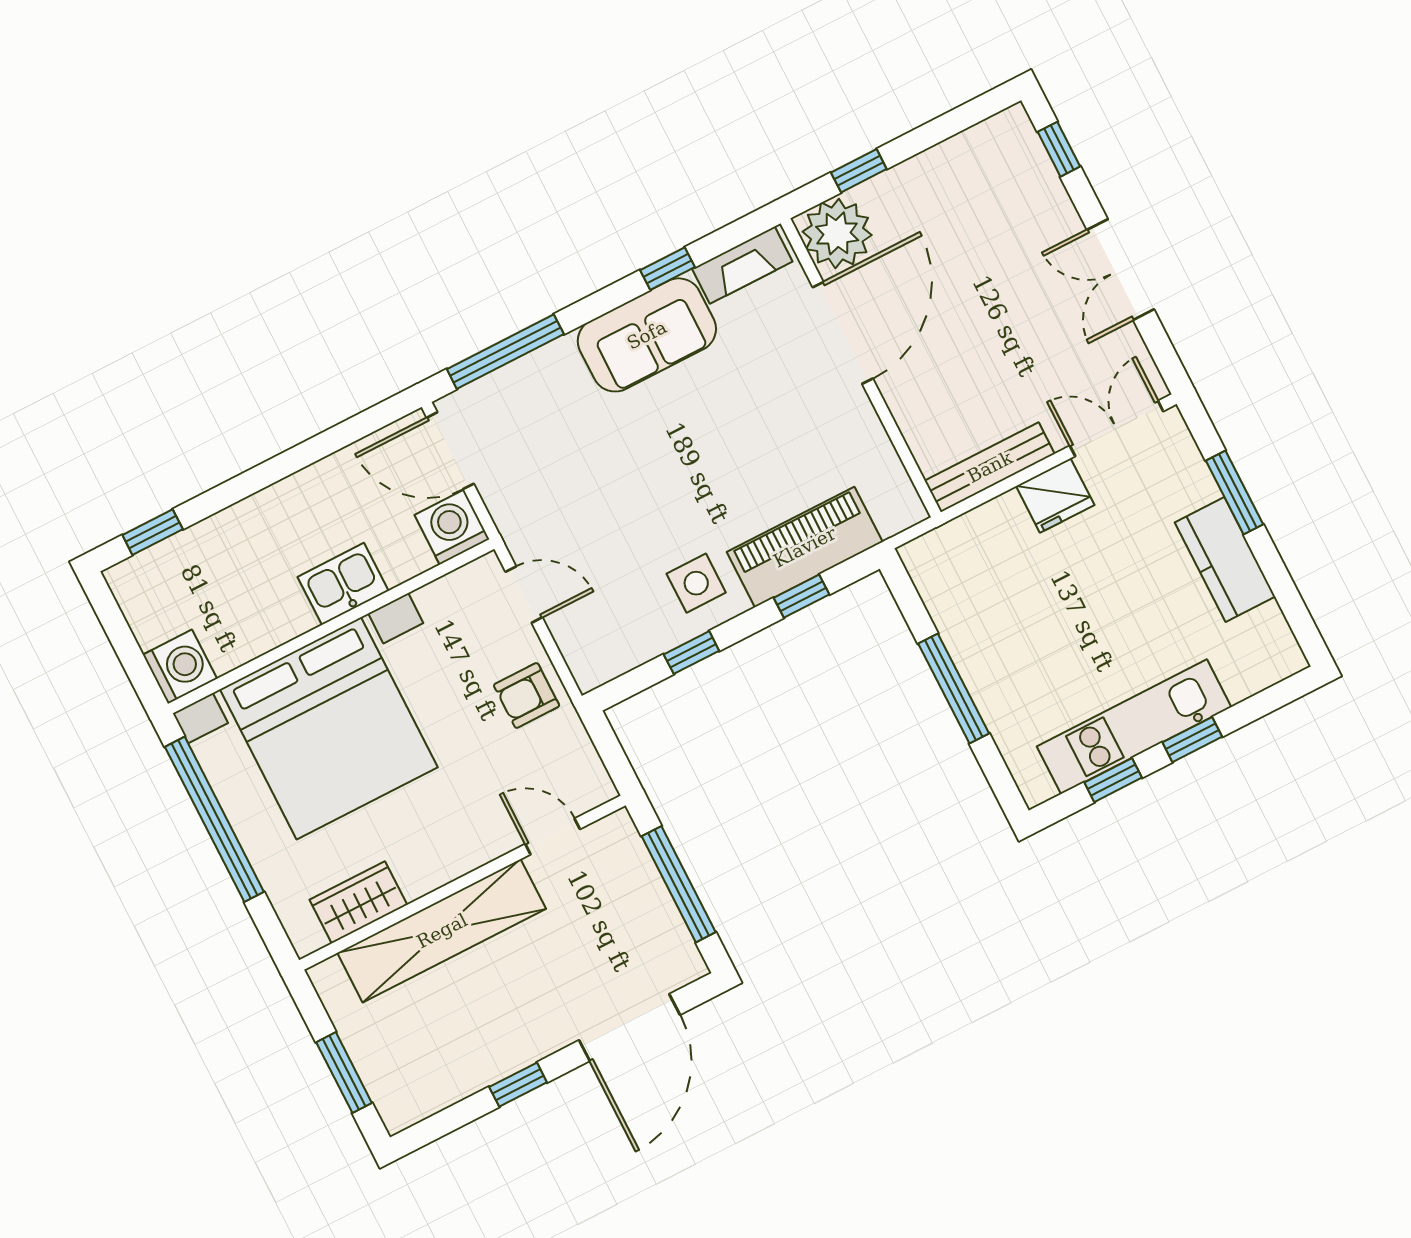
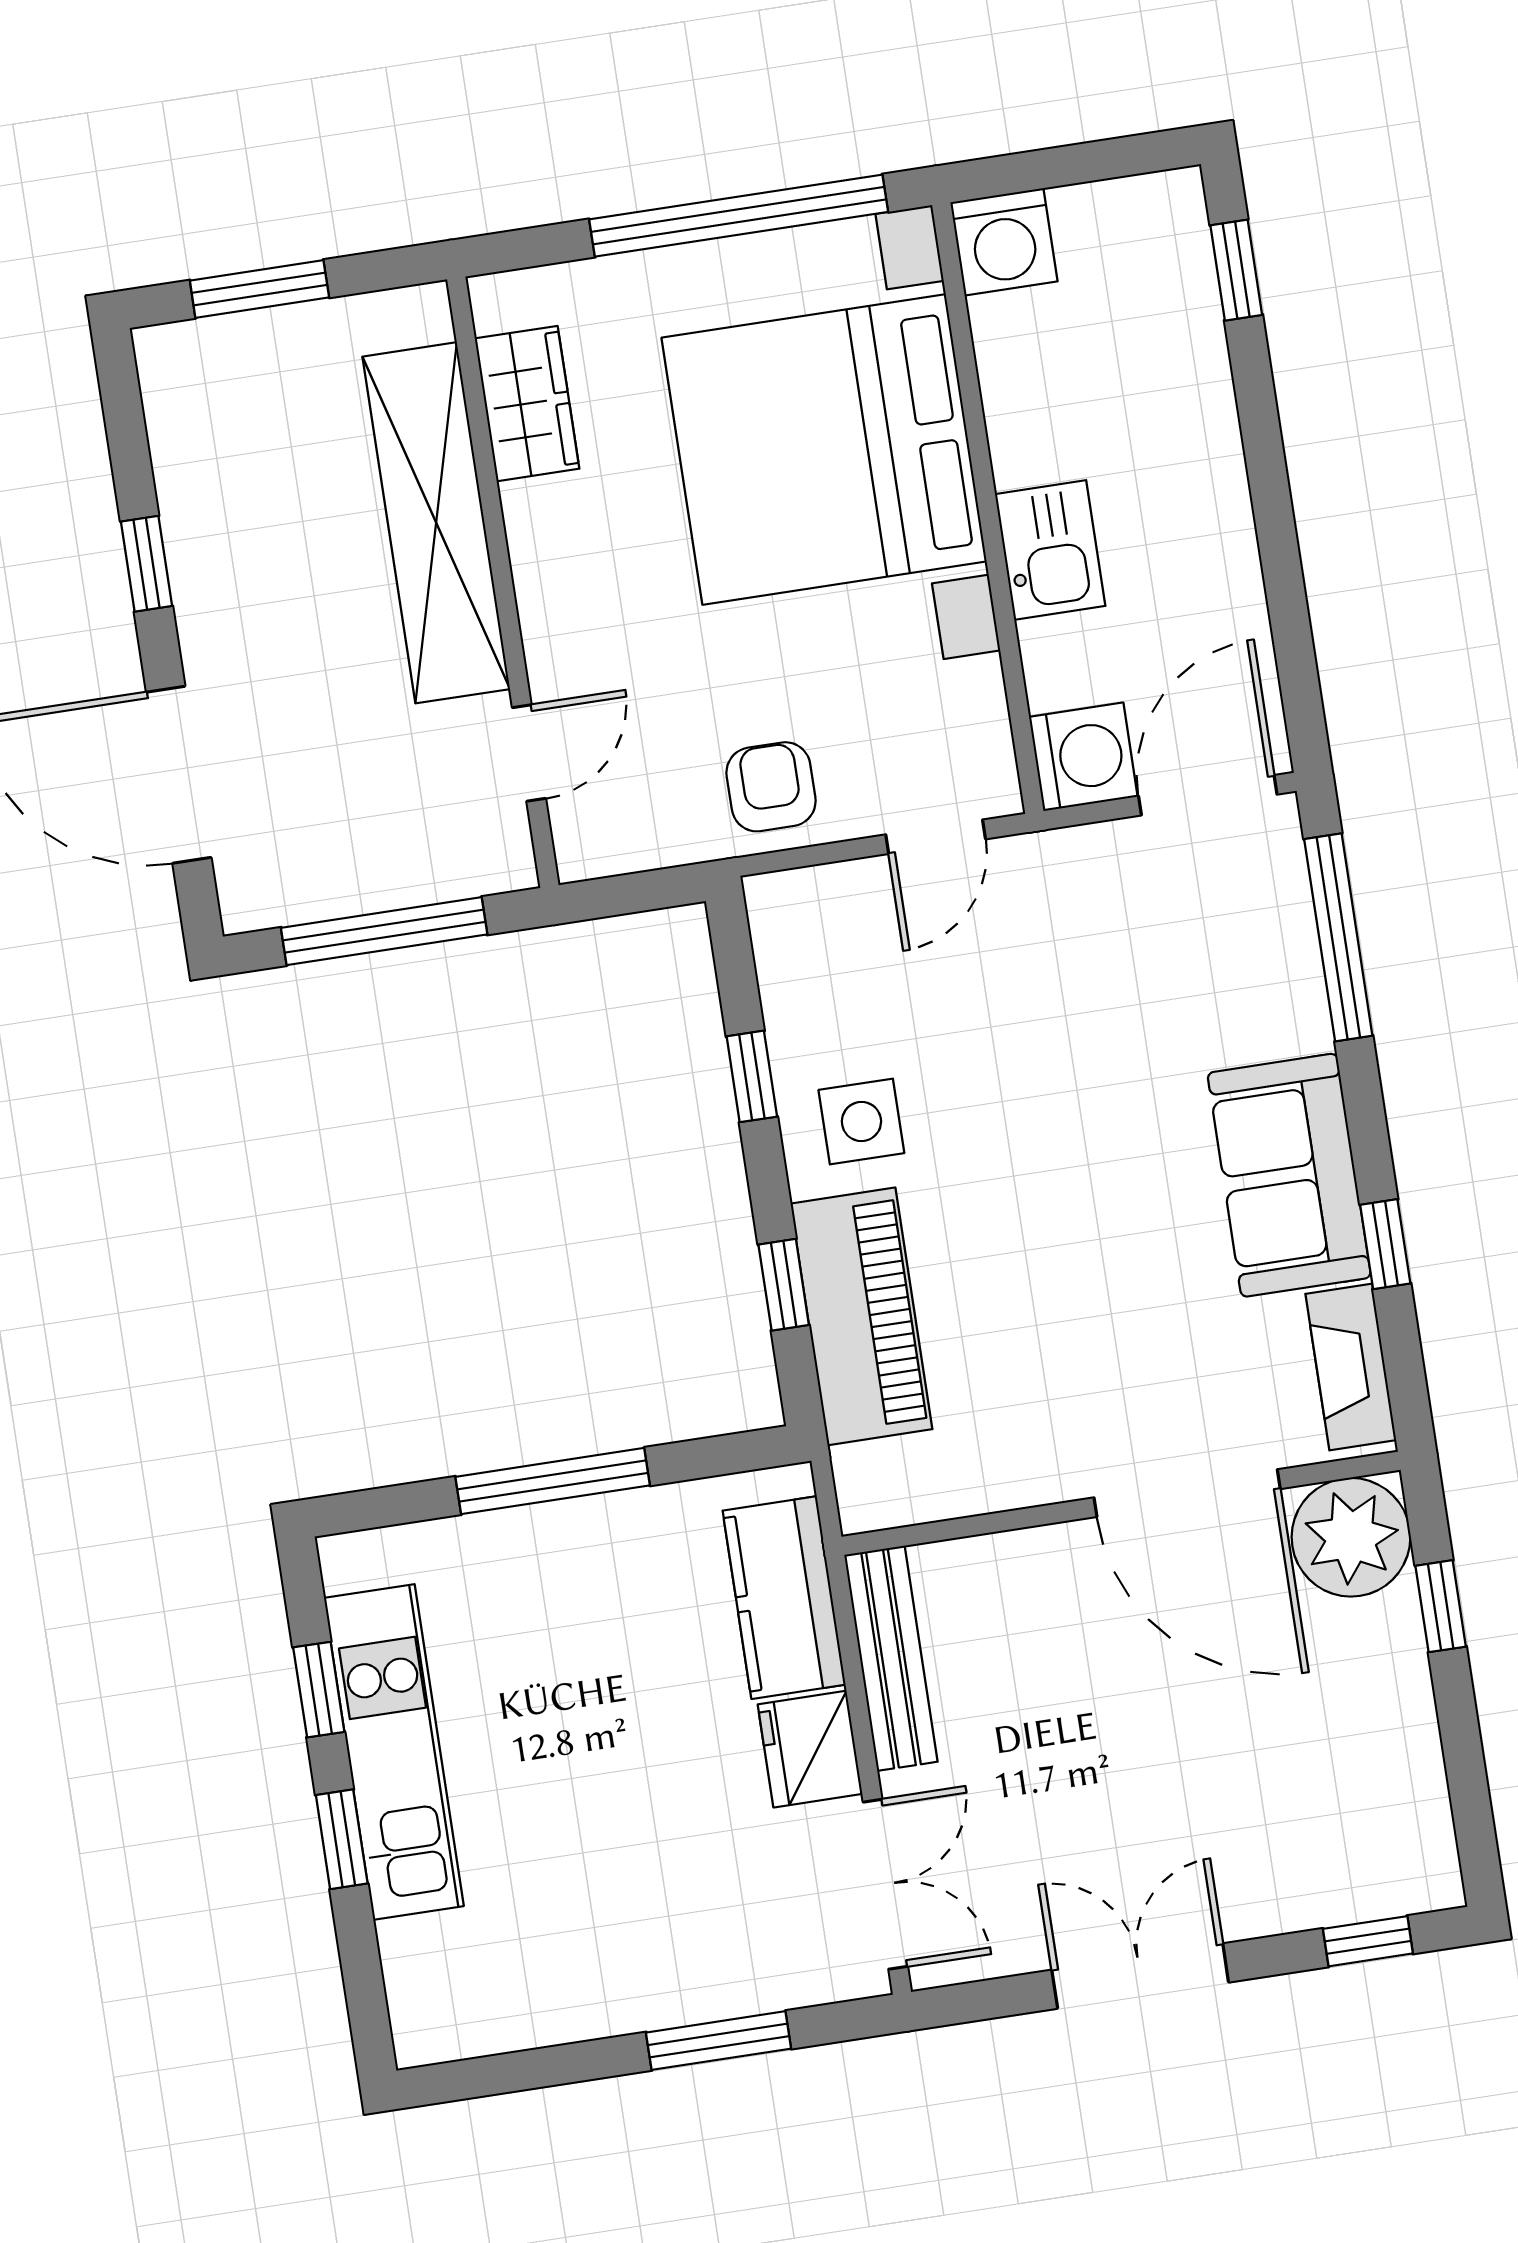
kitchen counter: (1225, 560) -> (784, 1598), moved, turned -90

